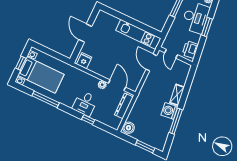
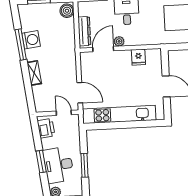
kitchen unit: (138, 34) -> (119, 115), width x1.36
fridge: (84, 61) -> (138, 57), moved
door: (117, 85) -> (103, 49), swing flipped
washing machine: (169, 111) -> (31, 40), moved

